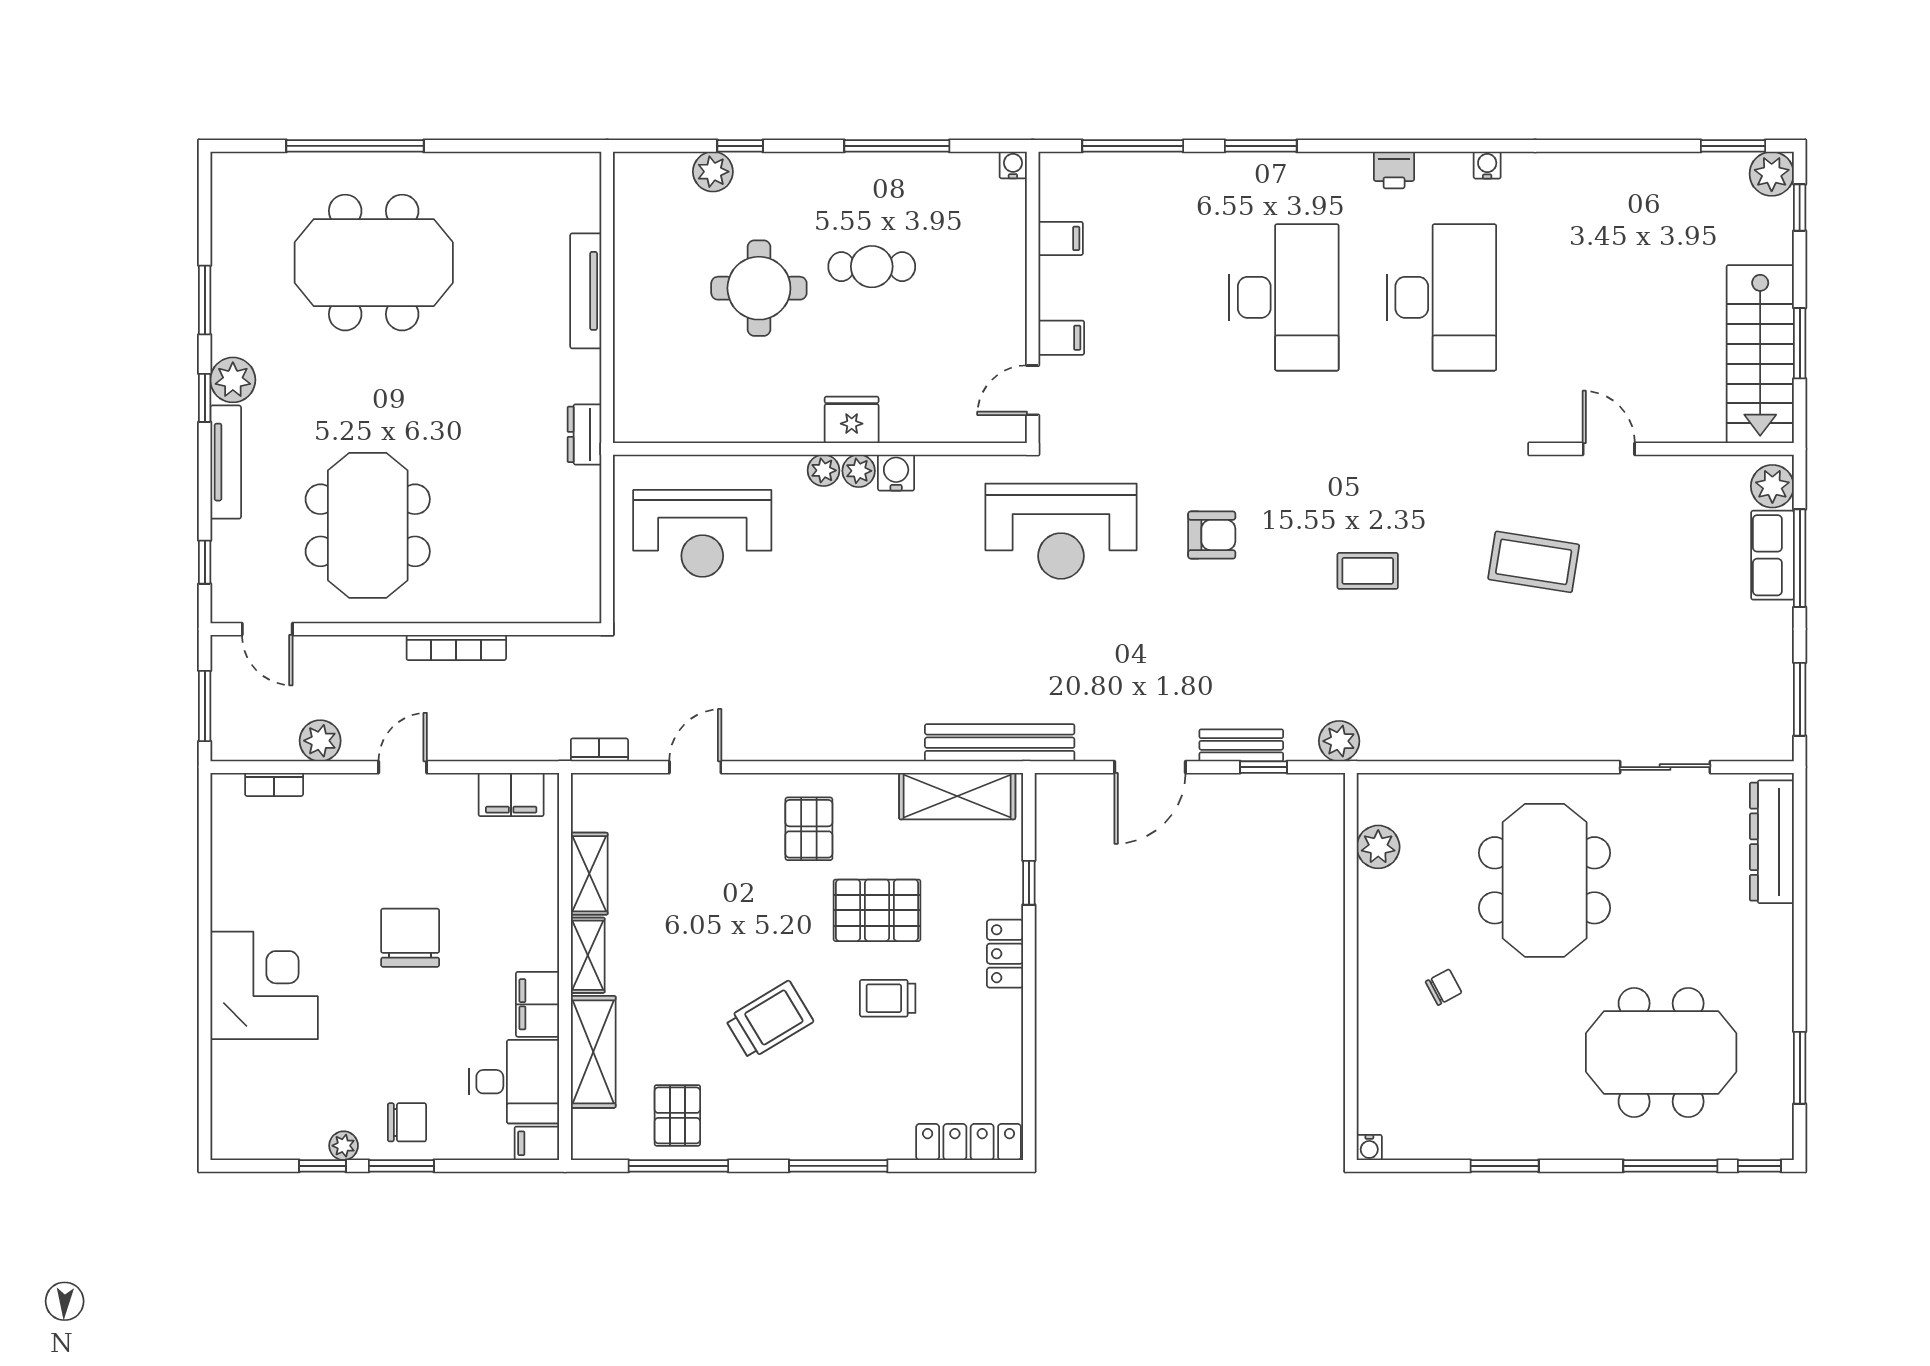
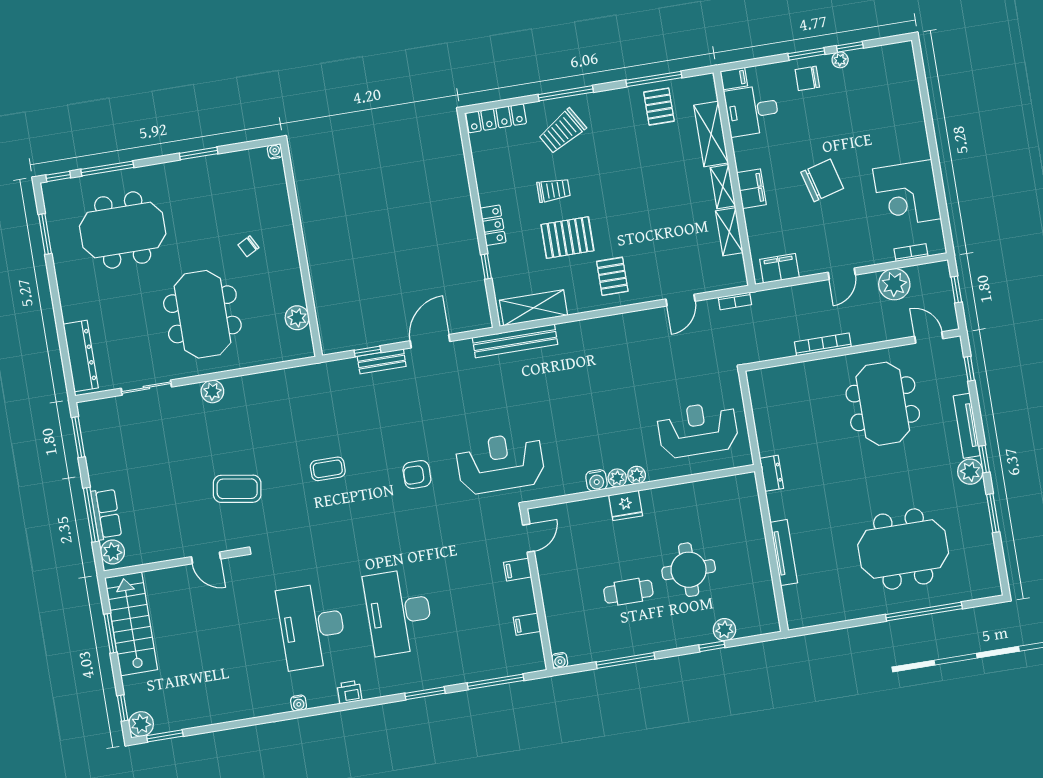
window: (205, 706) -> (956, 289), width x0.67
plant: (320, 741) -> (894, 284), width x1.36, depth x1.36
plant: (1339, 741) -> (212, 391), moved
chair: (410, 938) -> (822, 180), turned -105
corner desk: (264, 985) -> (907, 194), moved
filing cabinet: (538, 1004) -> (751, 189), moved
trolley: (769, 1020) -> (562, 131), moved

